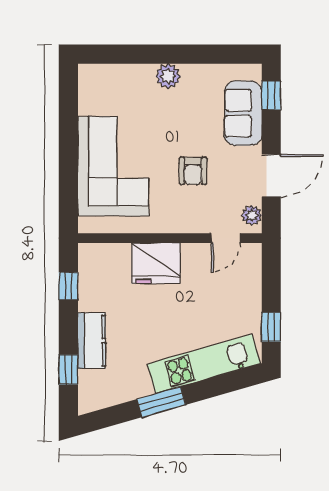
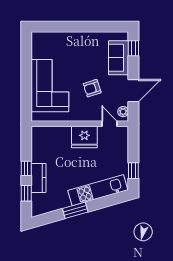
plant: (168, 76) -> (79, 38), removed
armchair: (193, 171) -> (92, 88), turned 72
door: (226, 238) -> (109, 124), swing flipped
fridge: (156, 263) -> (84, 137), moved
window: (68, 286) -> (26, 168), moved

